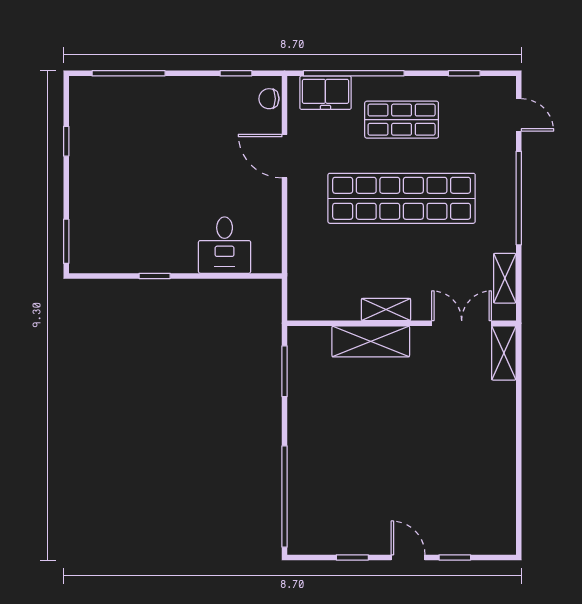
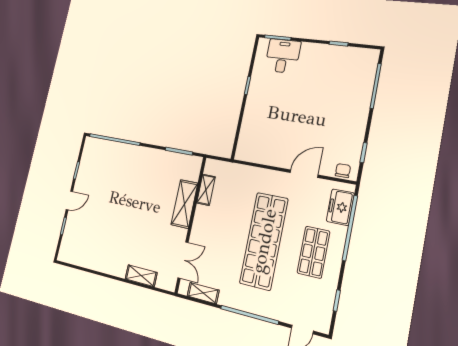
desk: (225, 245) -> (283, 56), moved, turned 90
shelving: (386, 310) -> (206, 190), moved
shelving: (504, 353) -> (141, 276), moved

